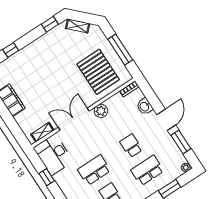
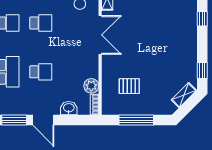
pallet: (98, 72) -> (129, 86), width x0.49, depth x0.50
plant: (101, 111) -> (91, 86), moved
school desk: (94, 170) -> (41, 23), width x0.54

